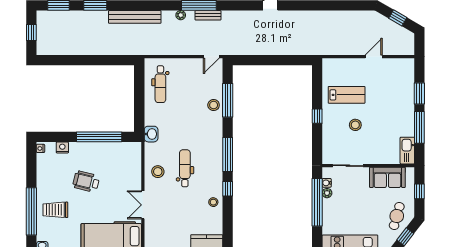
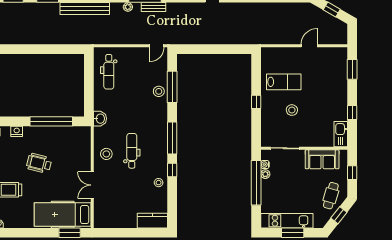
window: (419, 94) -> (352, 69), moved
window: (419, 127) -> (352, 112), width x0.46

